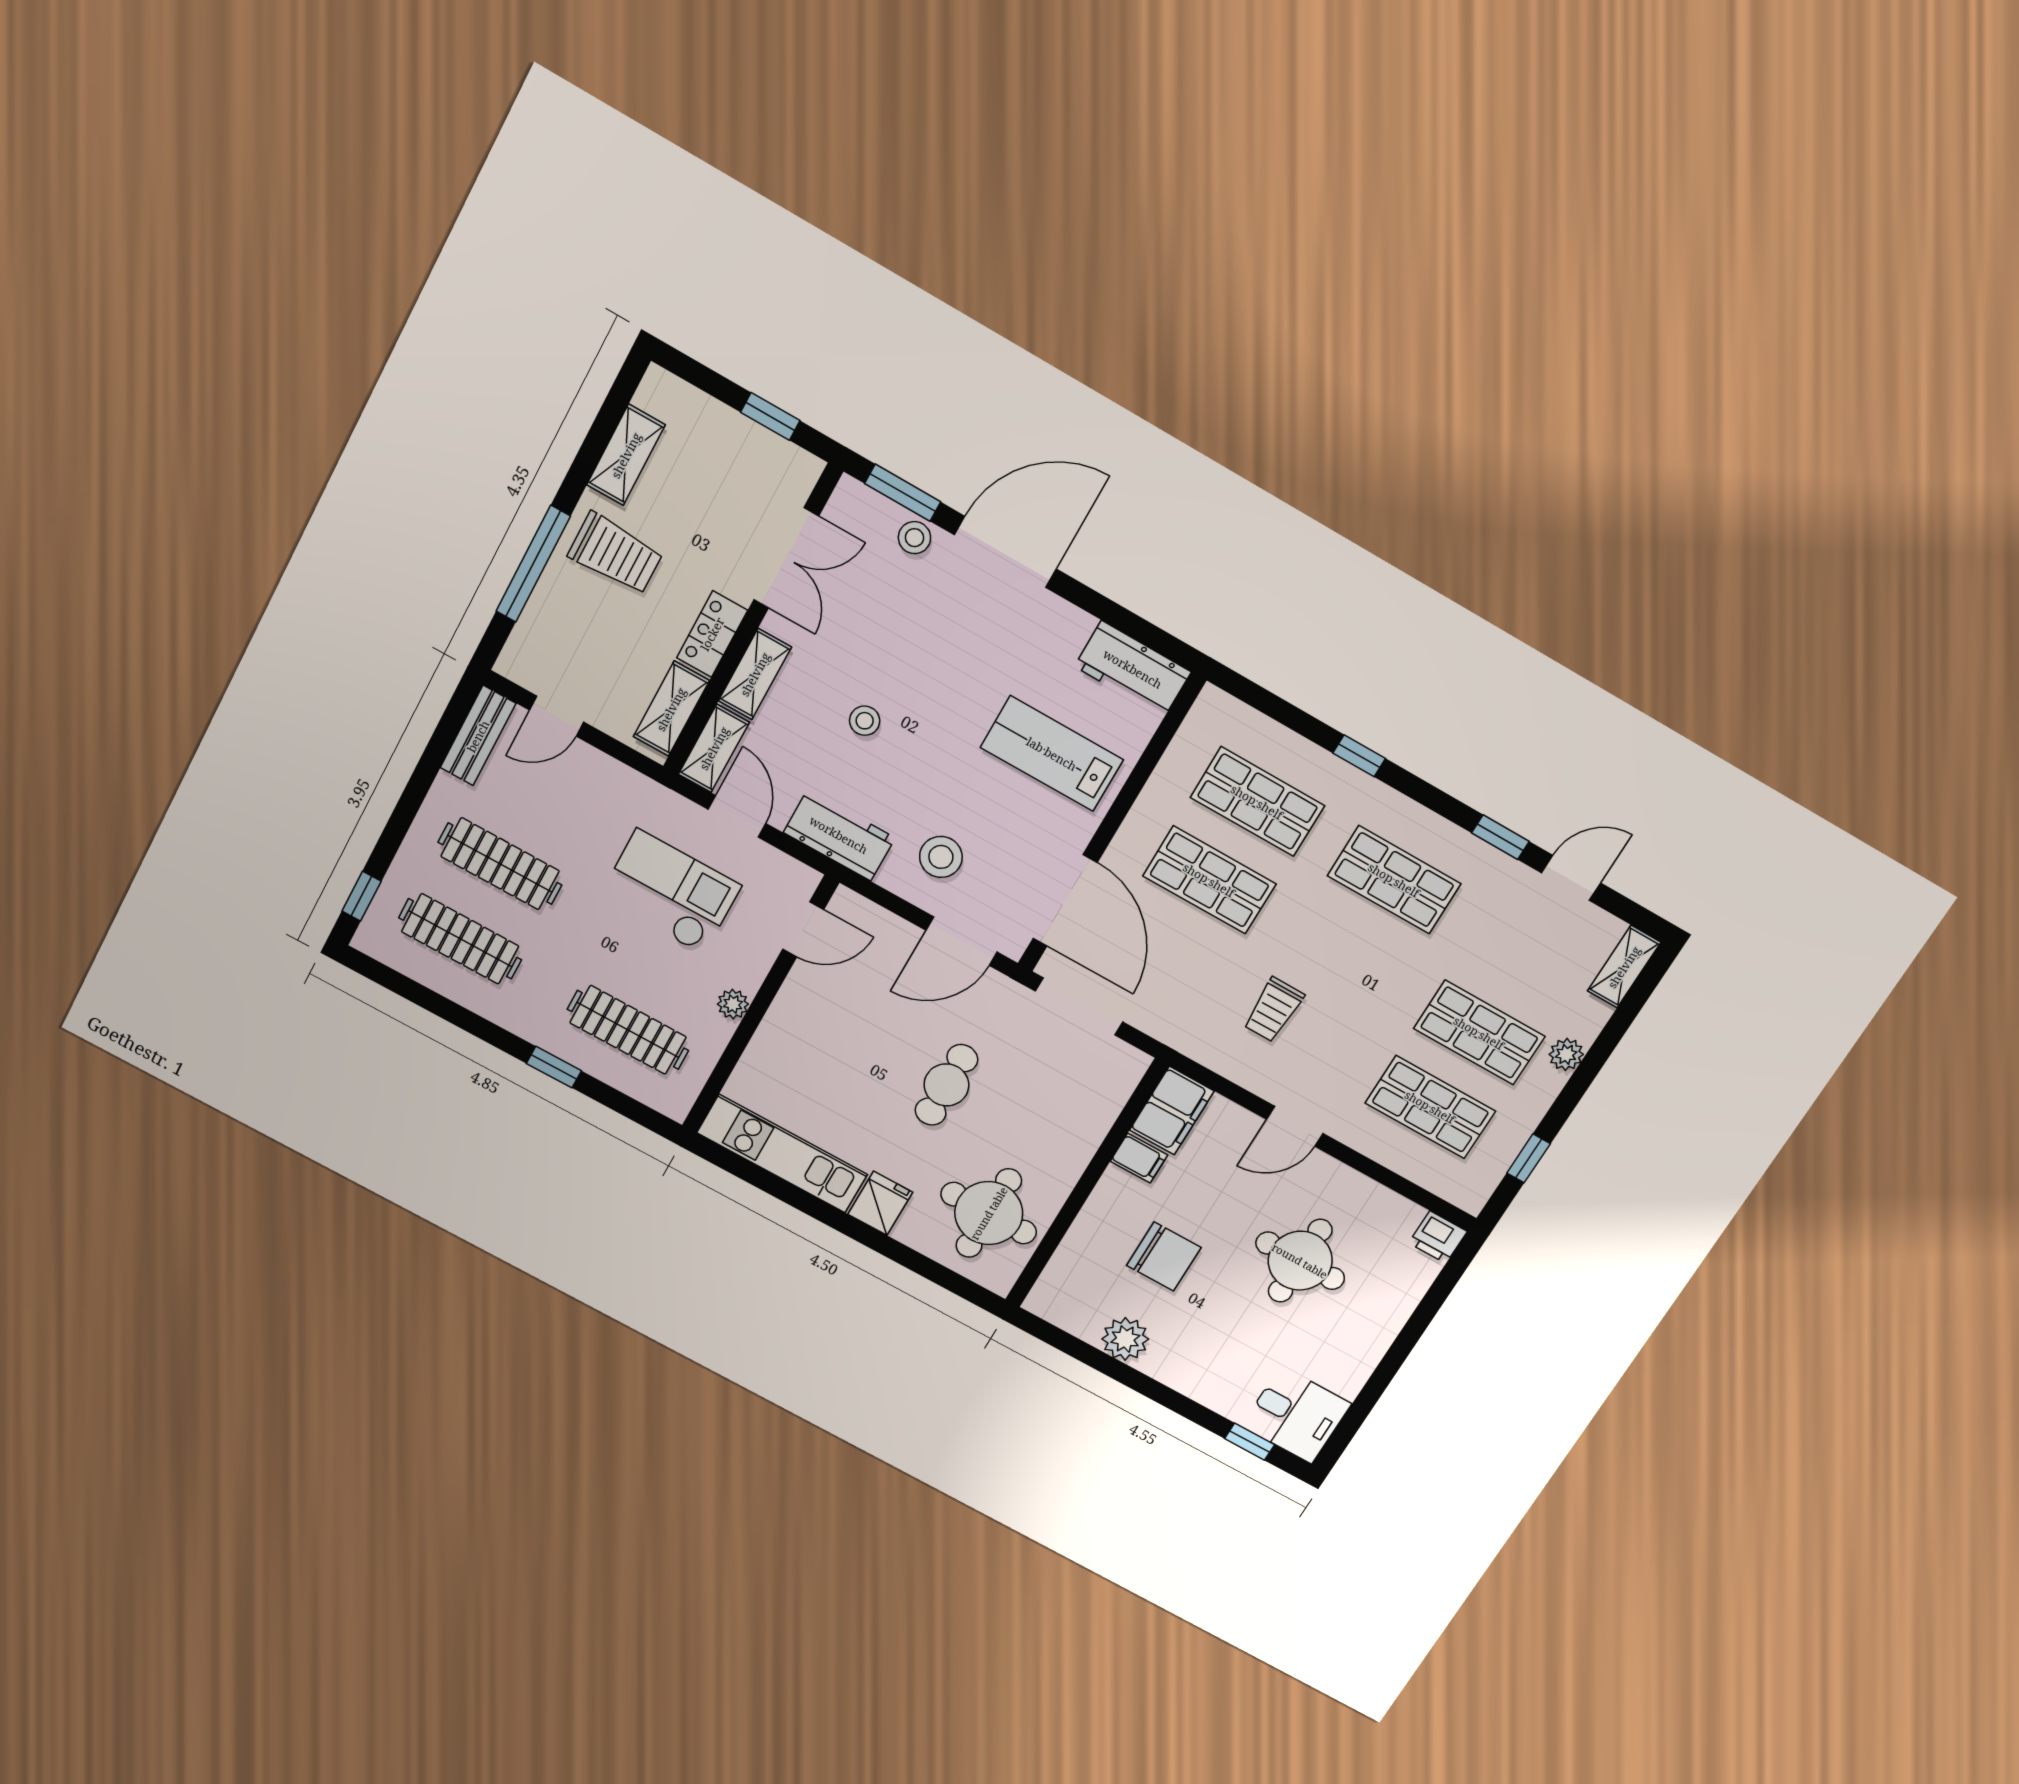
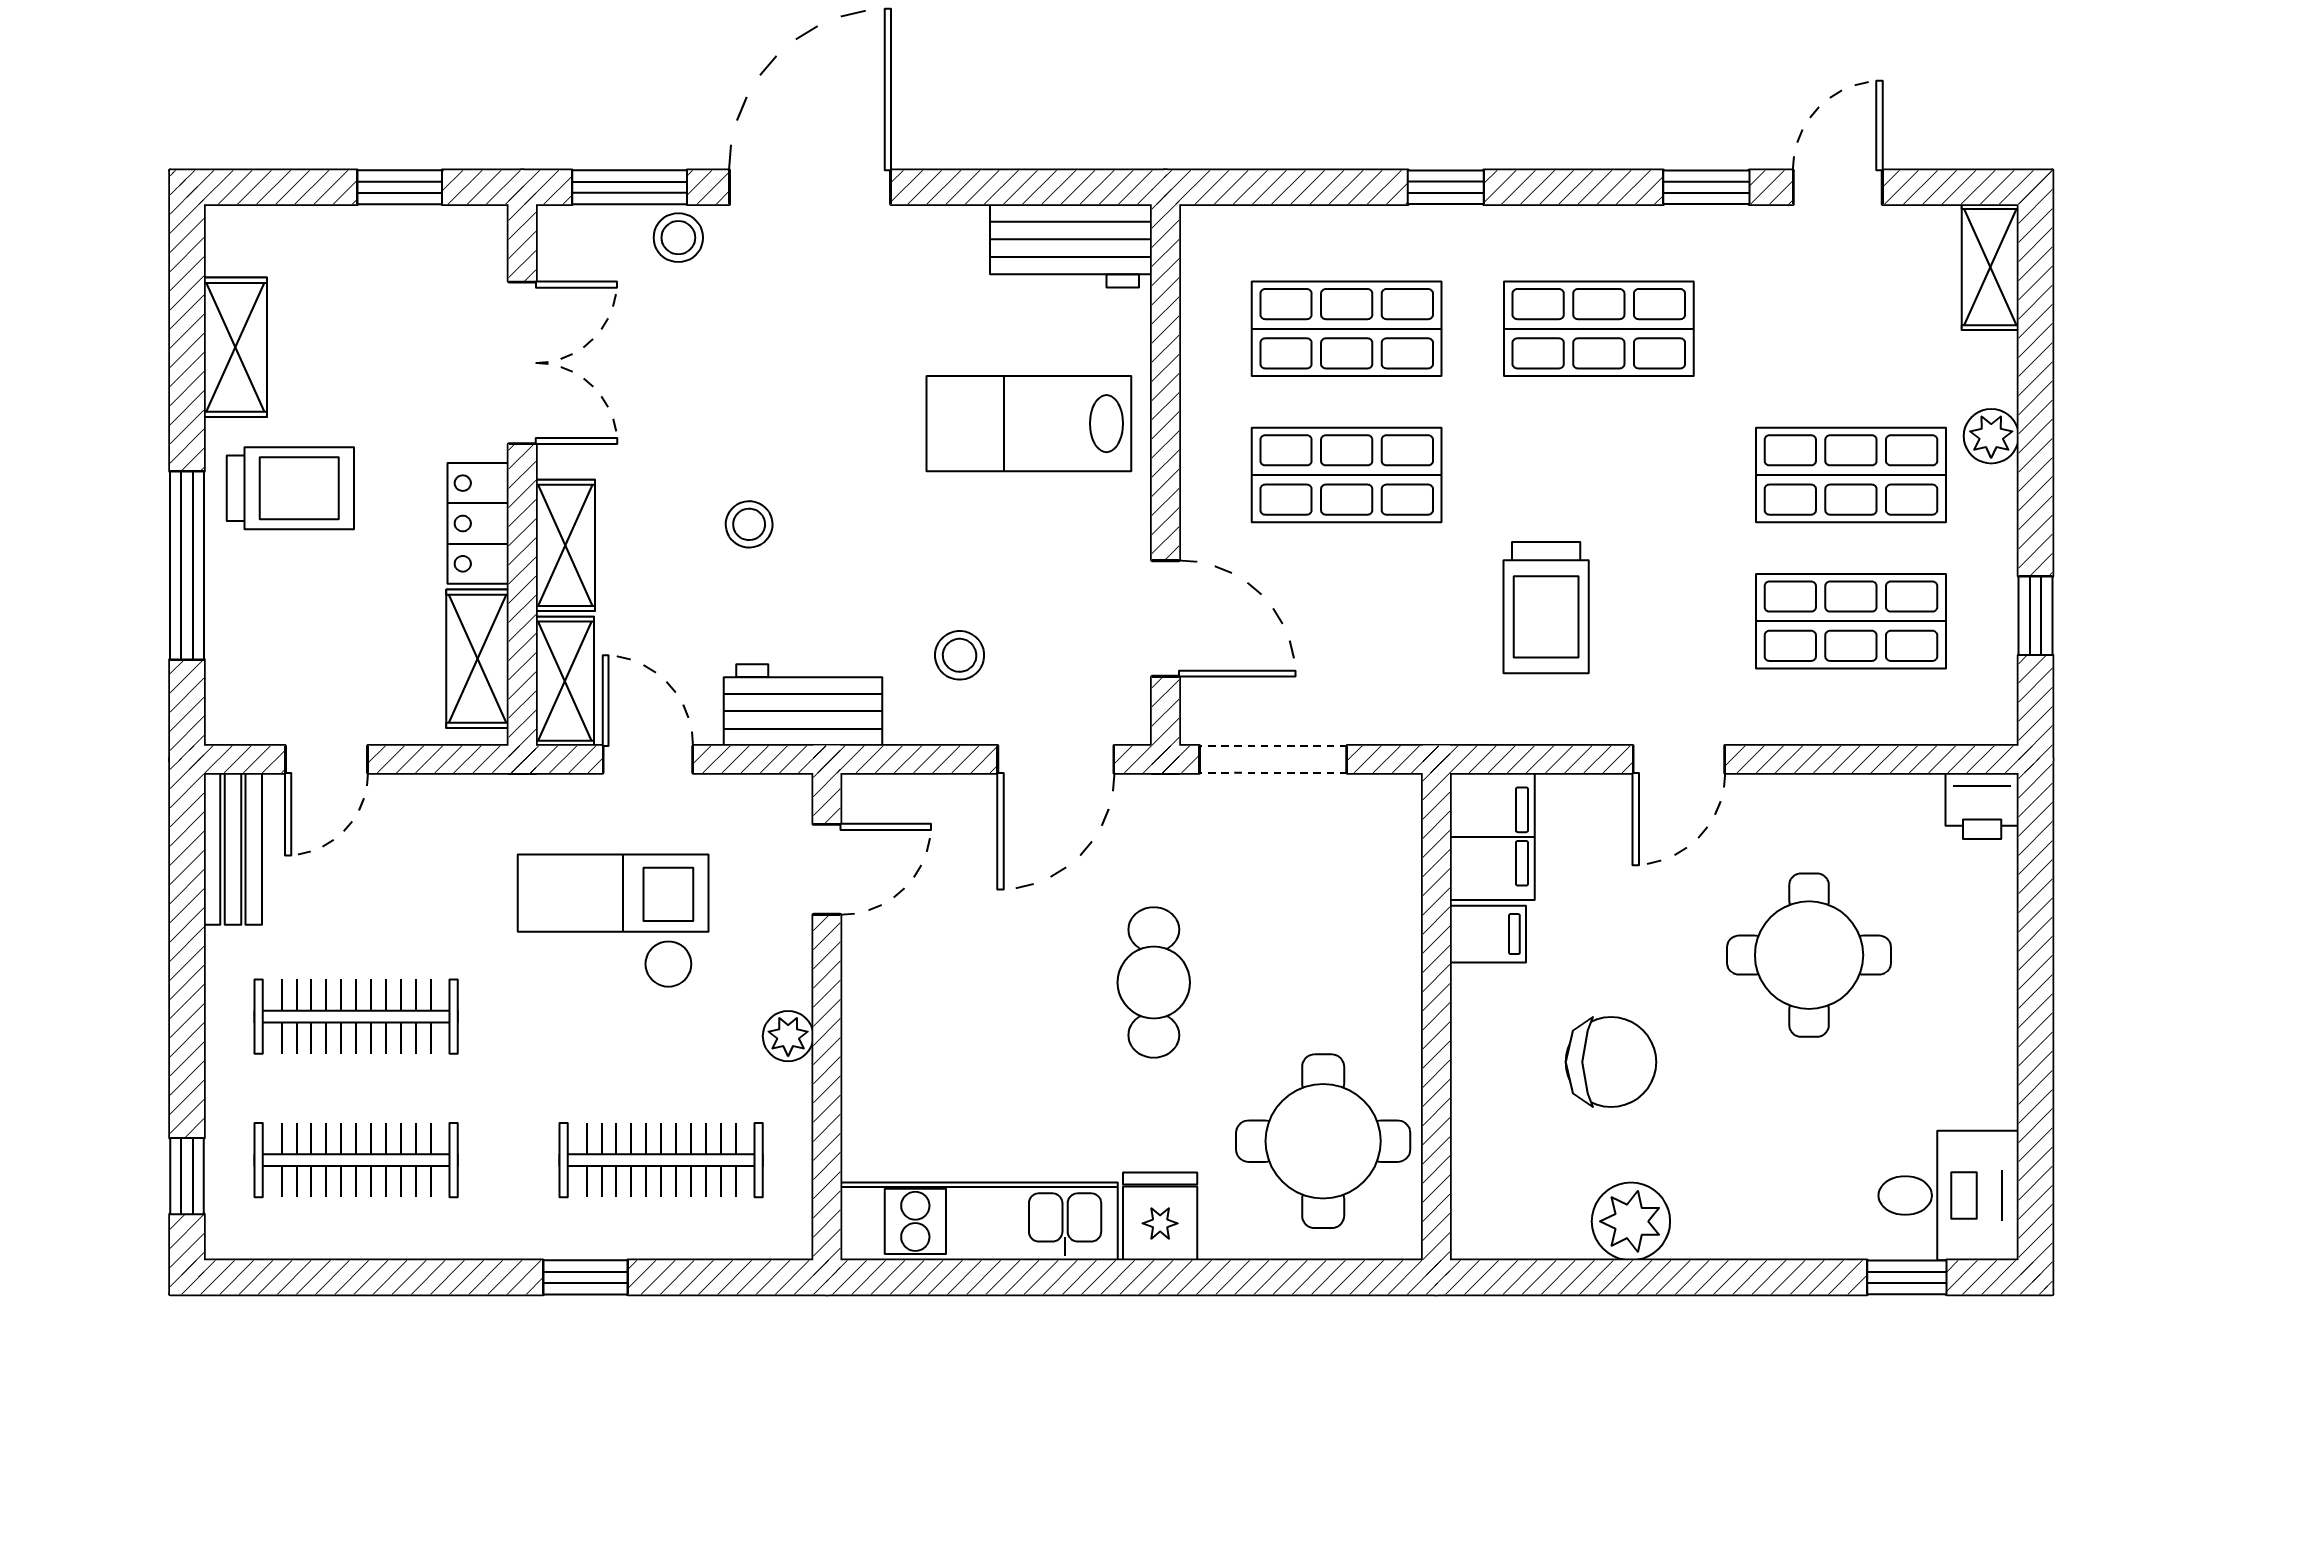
stool: (941, 857) -> (960, 655), width x0.73, depth x0.73
door: (1065, 900) -> (1165, 618), width x0.73
trolley: (1274, 1010) -> (1546, 608), width x1.36, depth x1.39

